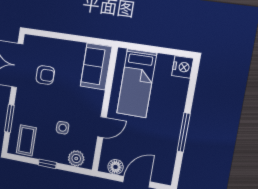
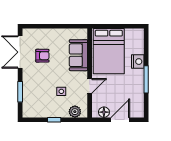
sofa: (96, 67) -> (78, 55), moved
nightstand: (183, 67) -> (138, 62), moved
bed: (137, 83) -> (109, 51), width x1.50
coffee table: (26, 140) -> (36, 105), removed

